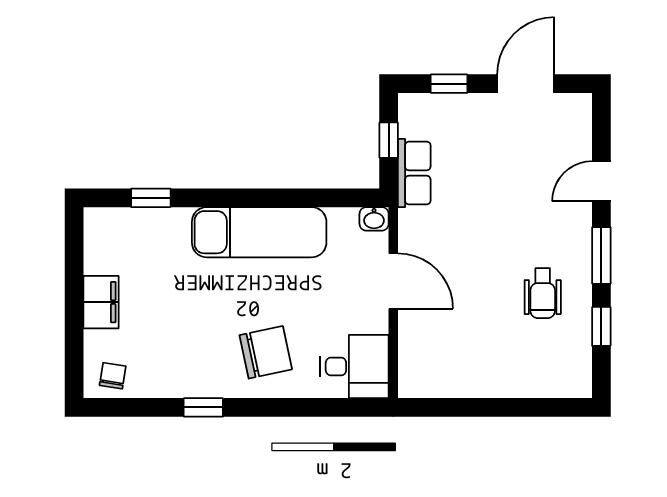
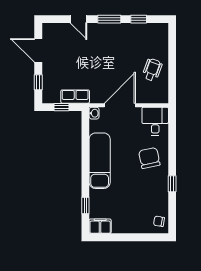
door: (393, 281) -> (120, 105), width x1.36
wheelchair: (543, 293) -> (152, 70), moved, turned -70
filing cabinet: (101, 302) -> (100, 226), moved

